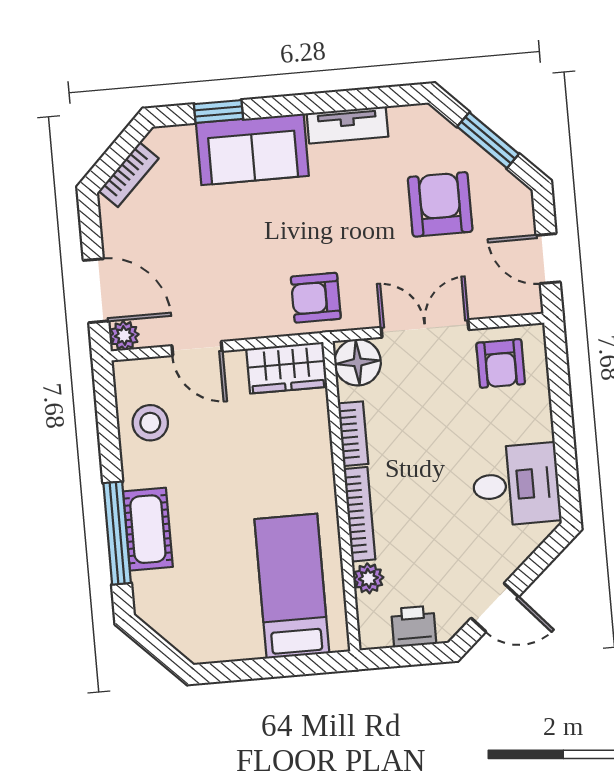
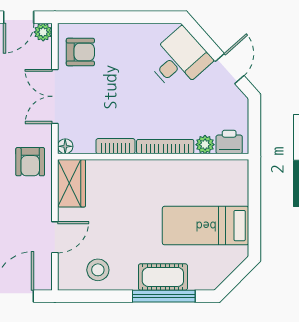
plant: (124, 336) -> (43, 32), moved
floor lamp: (358, 362) -> (65, 146), width x0.53, depth x0.53
desk: (516, 485) -> (179, 60), moved, turned 48
bed: (292, 586) -> (206, 226), moved
printer: (414, 626) -> (229, 142), moved, turned 90

